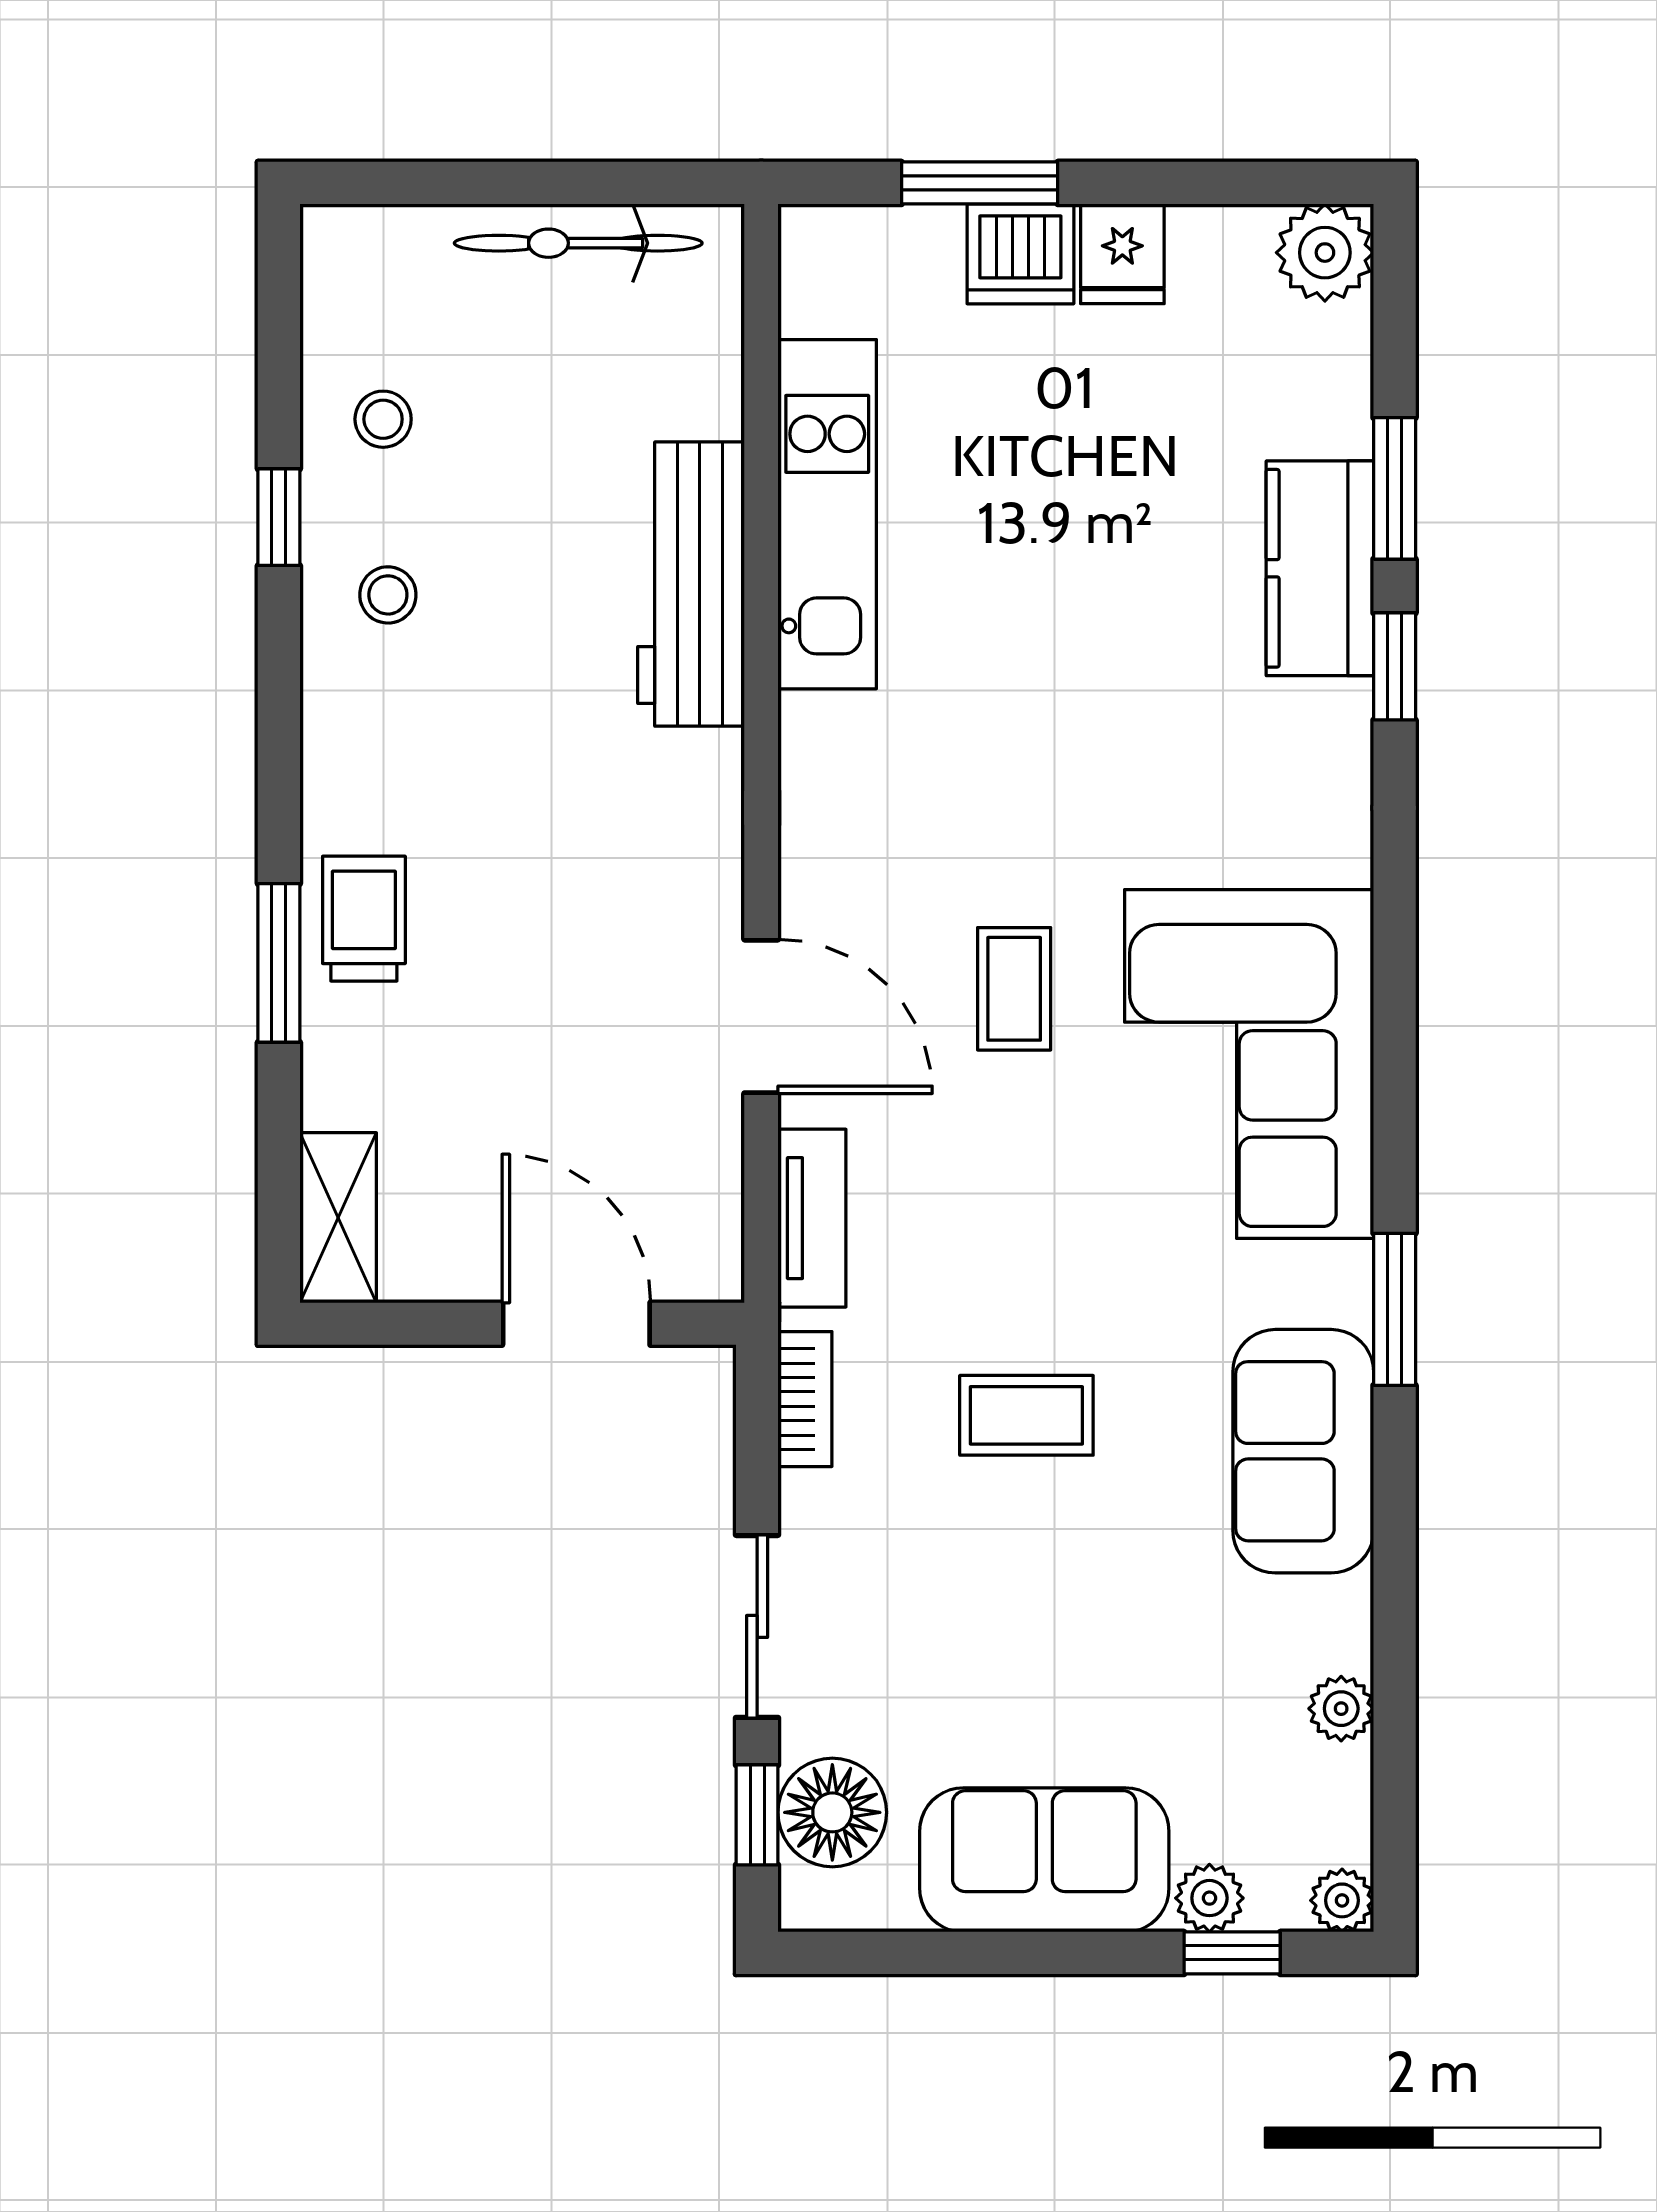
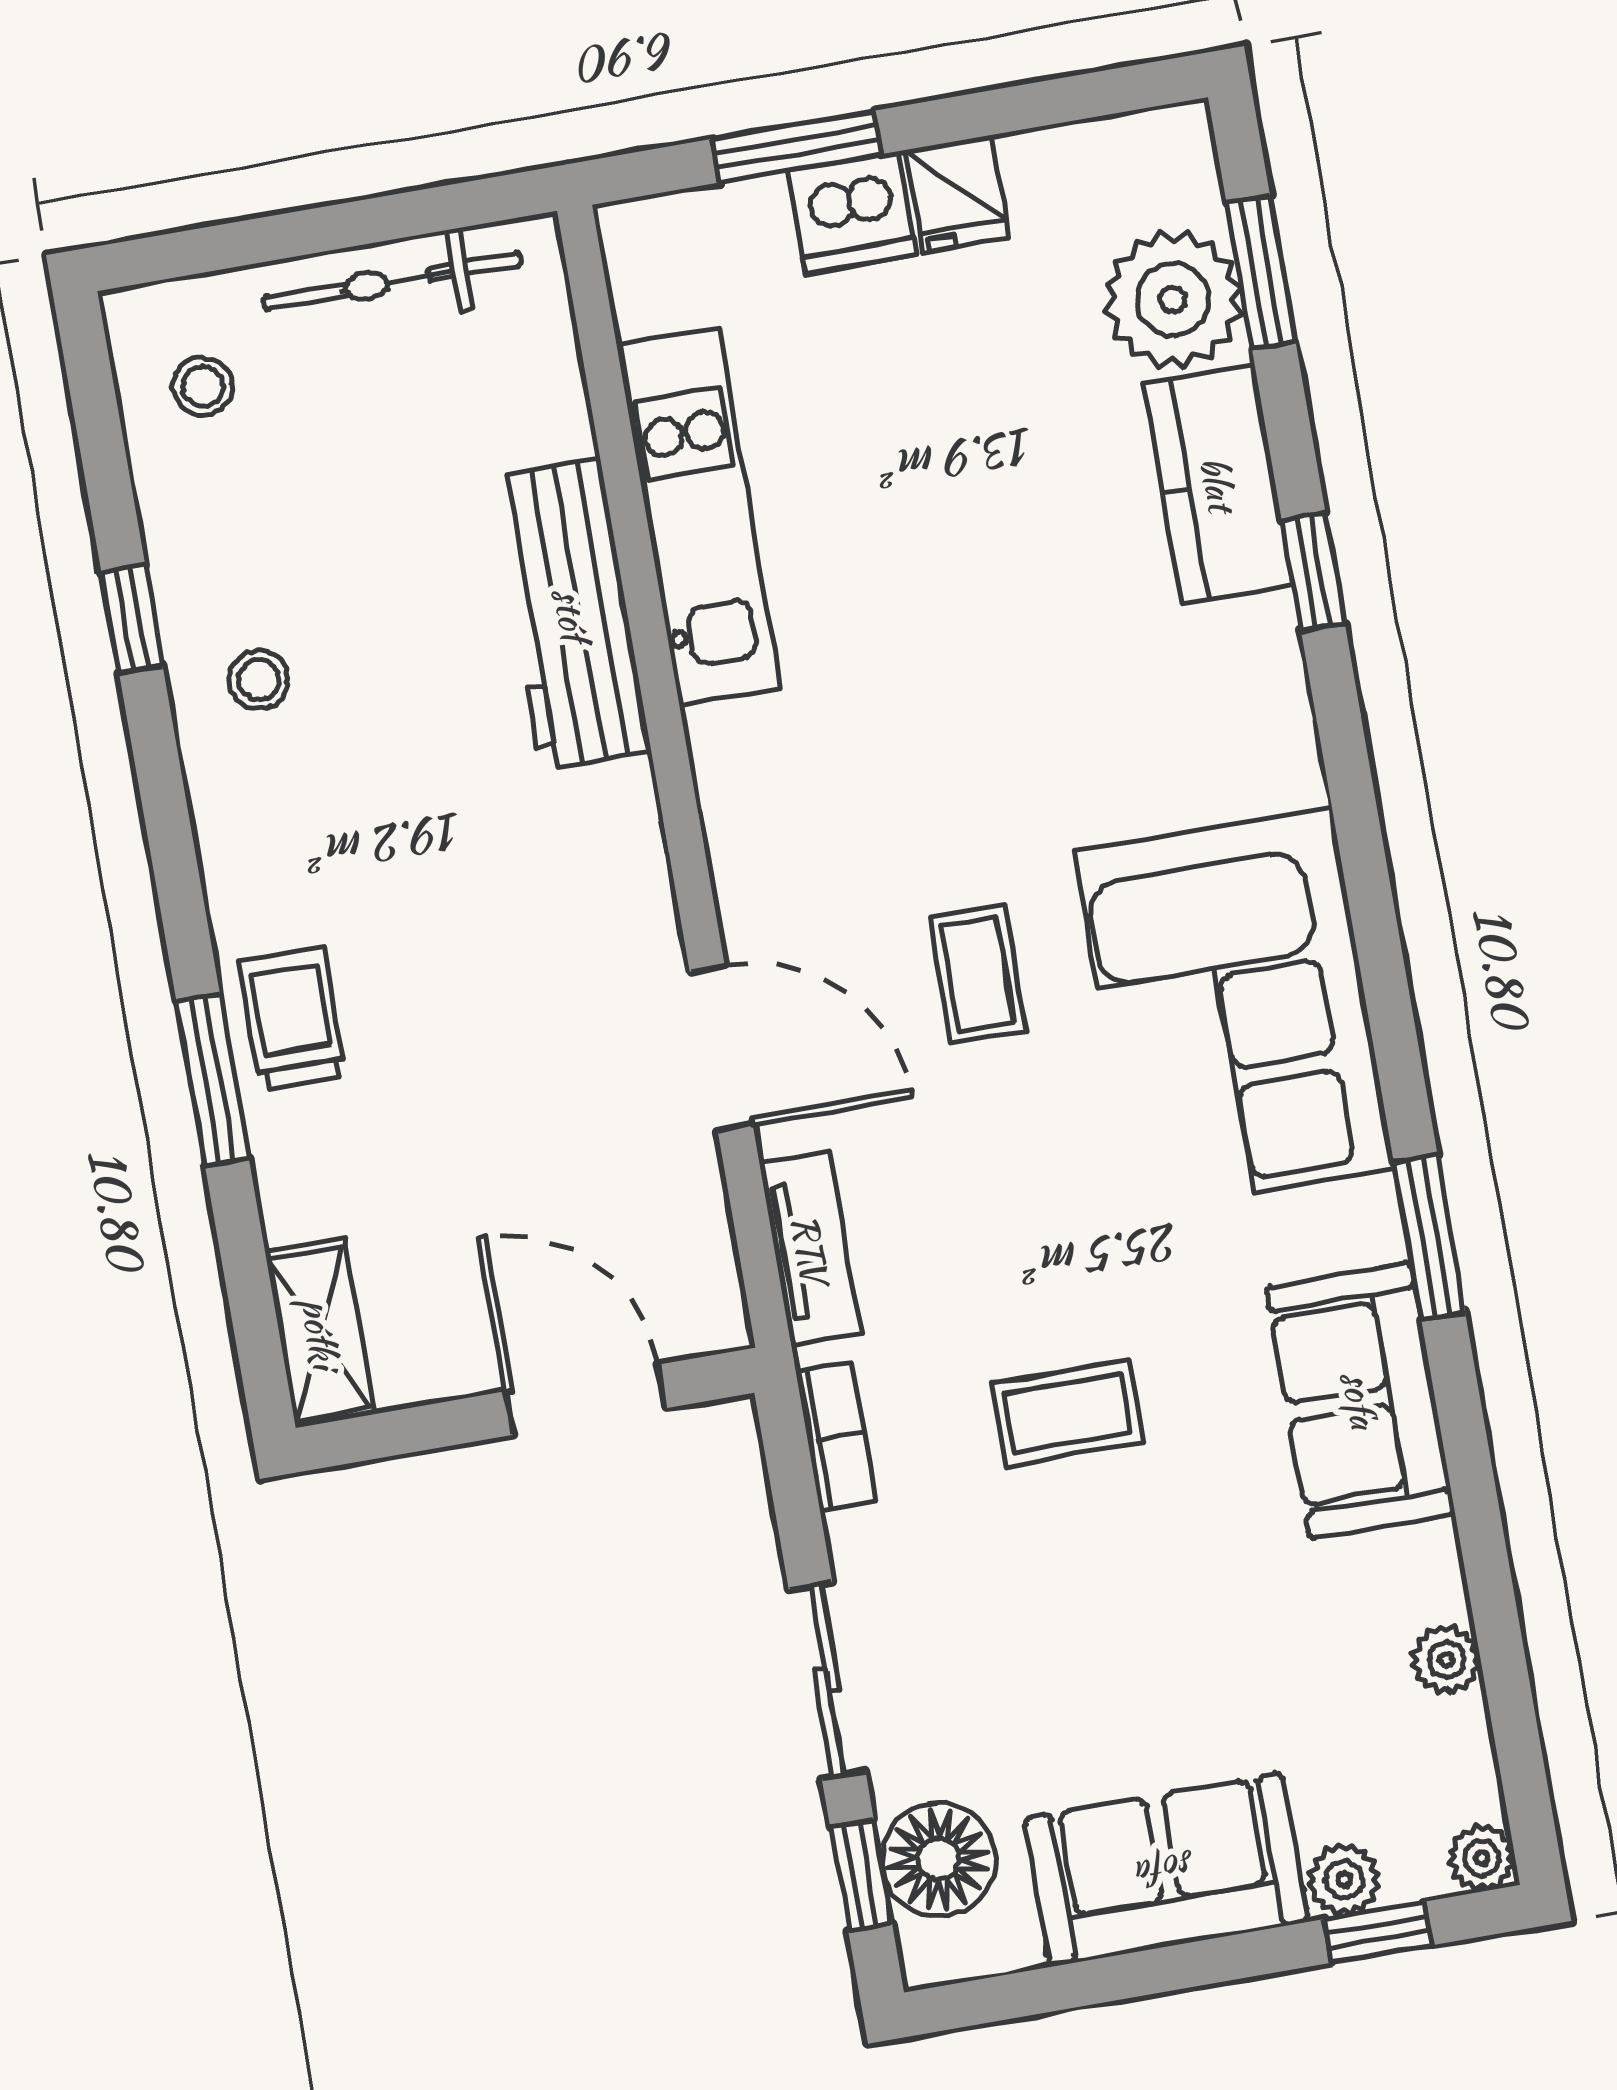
plant: (1325, 253) -> (1173, 299), moved, width x1.36, depth x1.36
stool: (383, 419) -> (203, 386), moved
window: (1395, 488) -> (1261, 272), moved

